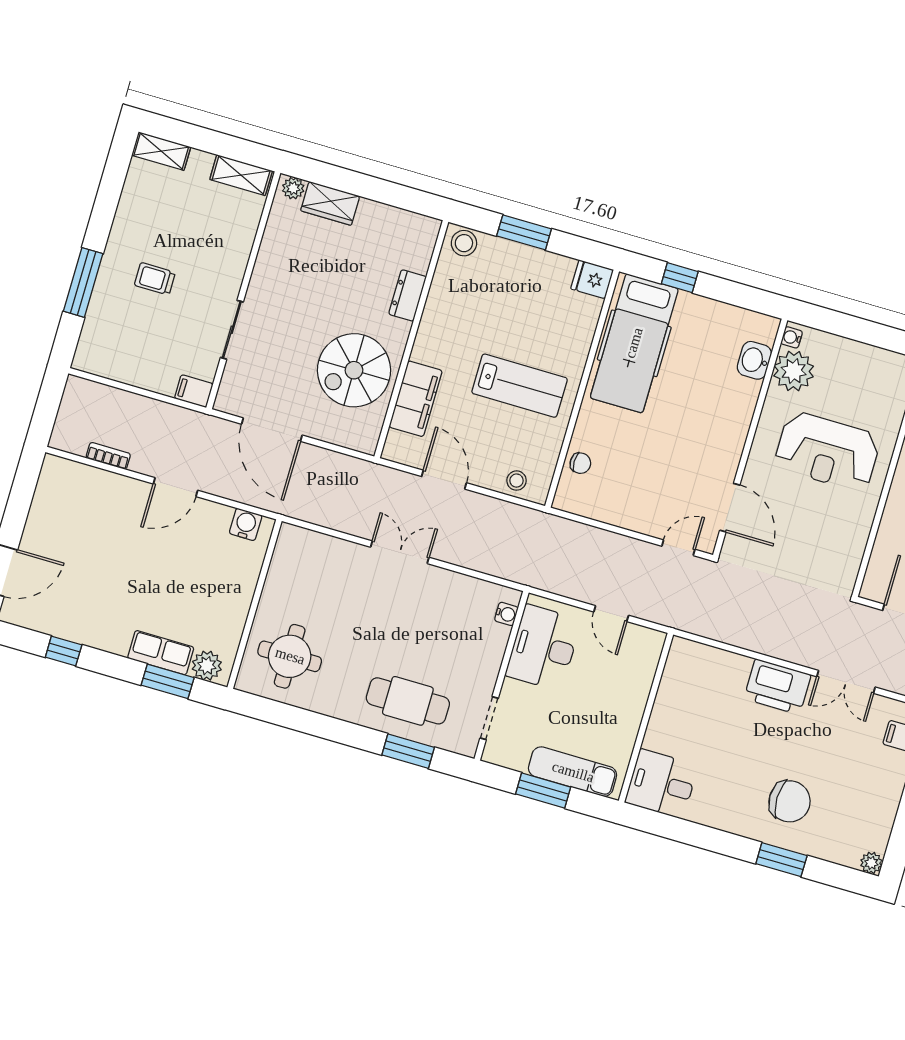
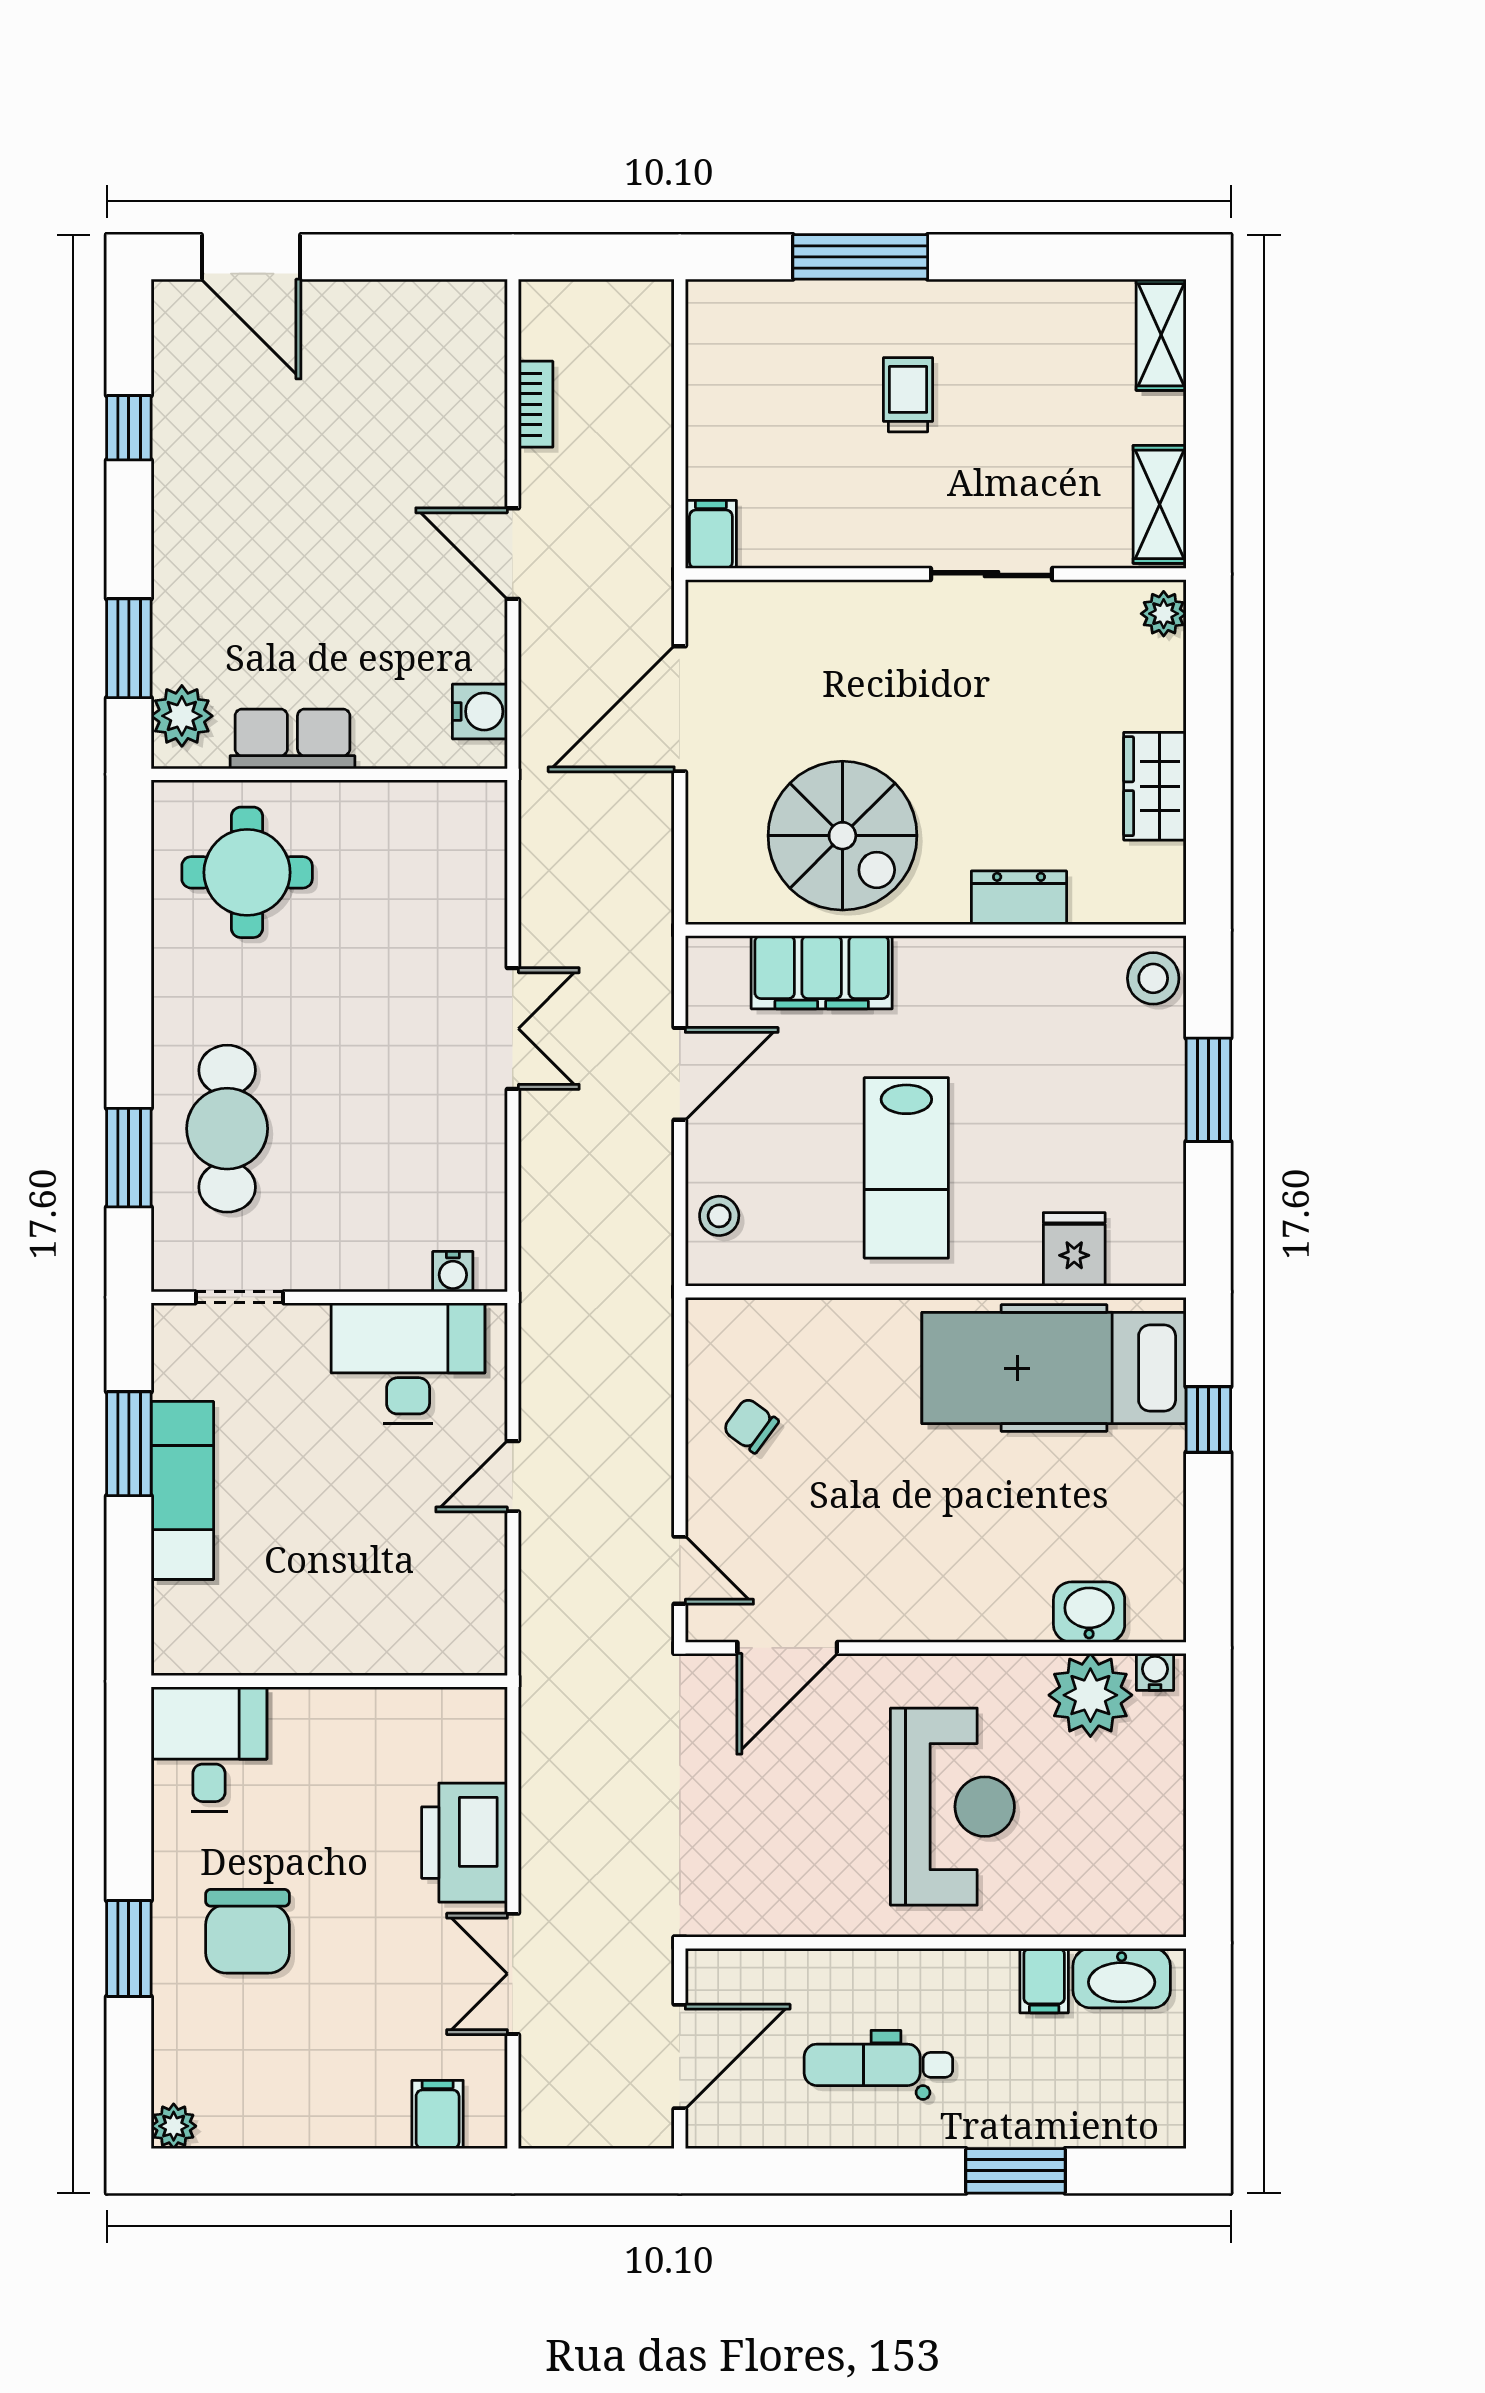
wardrobe: (330, 203) -> (1155, 786), moved
fridge: (592, 279) -> (1074, 1249), moved
sliding door: (232, 330) -> (991, 574), moved
spiral stairs: (354, 370) -> (842, 836), turned 180
reception desk: (827, 451) -> (952, 1807), turned 180
chair: (580, 463) -> (751, 1425), moved, turned 126
row of seats: (161, 653) -> (292, 739), moved, turned -90
wall: (646, 718) -> (329, 1681), moved
desk: (662, 784) -> (209, 1749), moved

